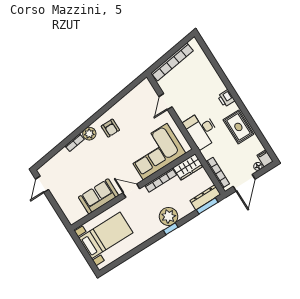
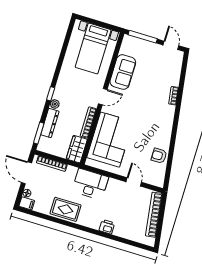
printer: (226, 98) -> (107, 227), moved
armchair: (110, 128) -> (159, 156), moved
plant: (89, 134) -> (169, 111), removed
dresser: (205, 197) -> (50, 123), moved
window: (58, 211) -> (143, 37), added
plant: (169, 216) -> (55, 104), width x0.53, depth x0.53

